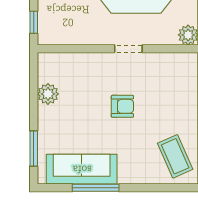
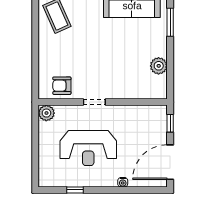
armchair: (122, 106) -> (62, 86), moved

